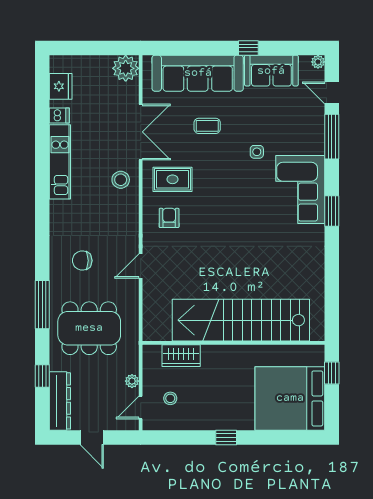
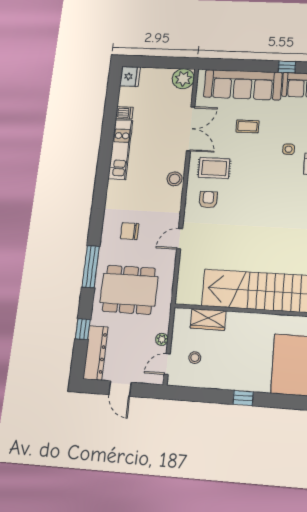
fridge: (61, 86) -> (130, 76), moved
stool: (121, 180) -> (175, 179), moved

